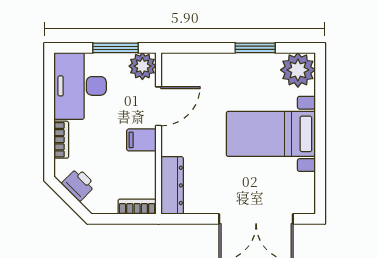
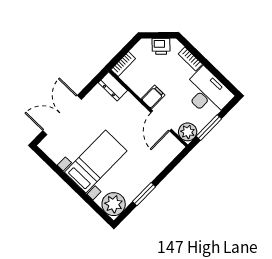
dresser: (172, 185) -> (113, 86), width x0.70

